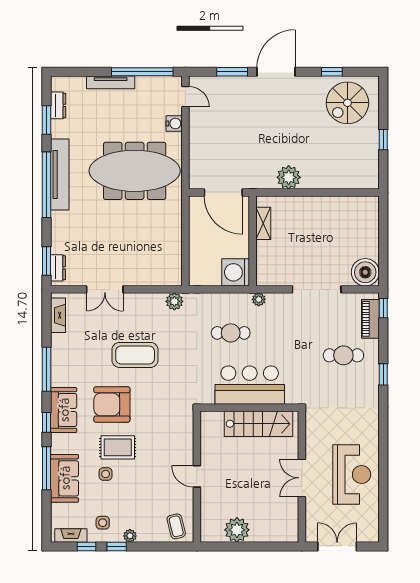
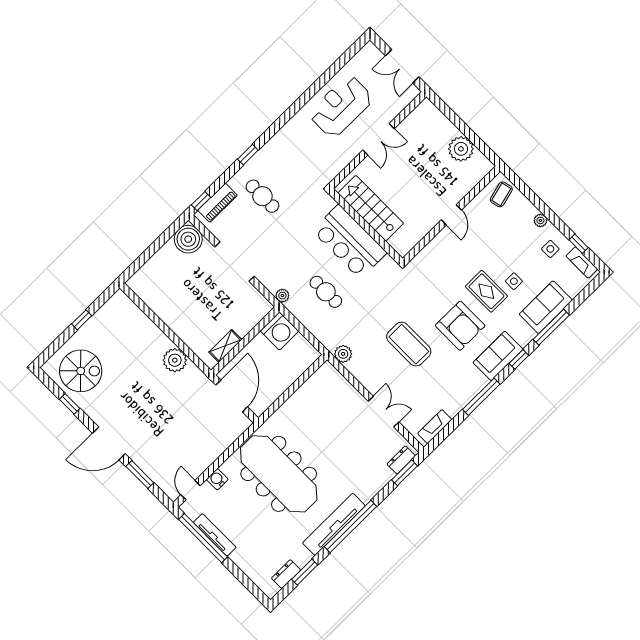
tv unit: (111, 82) -> (215, 535), moved
window: (117, 546) -> (557, 222), removed

